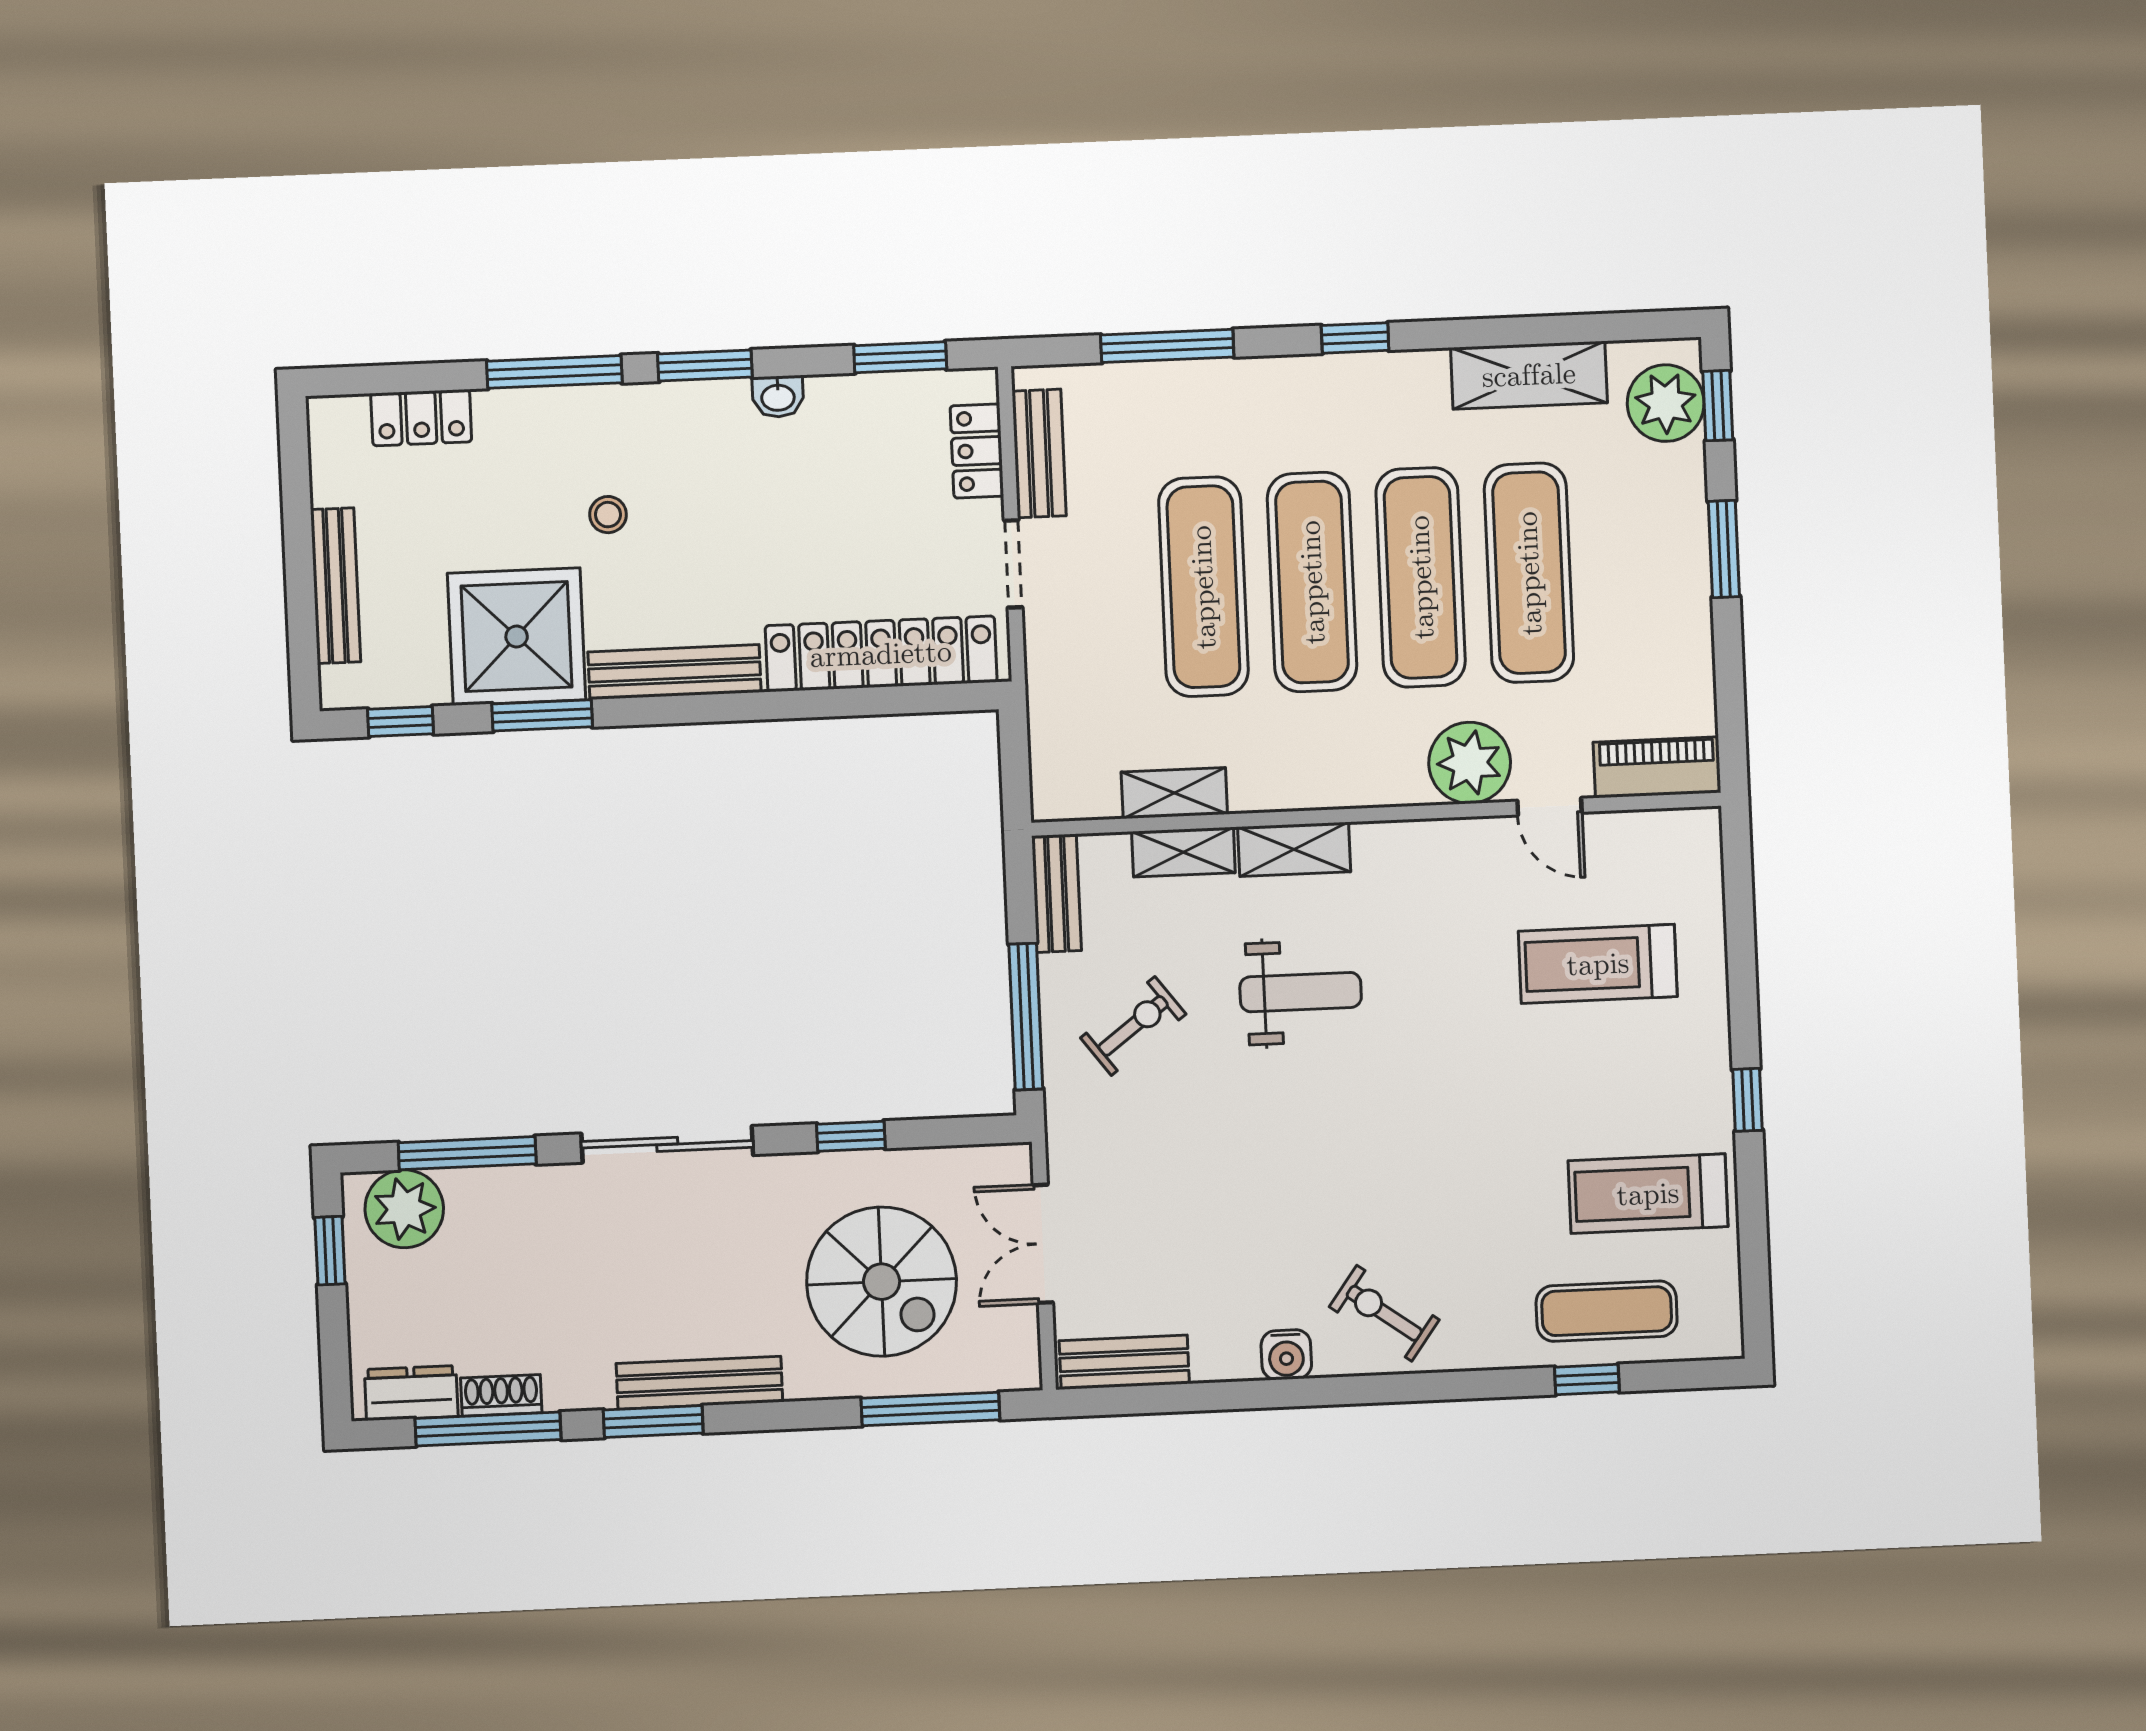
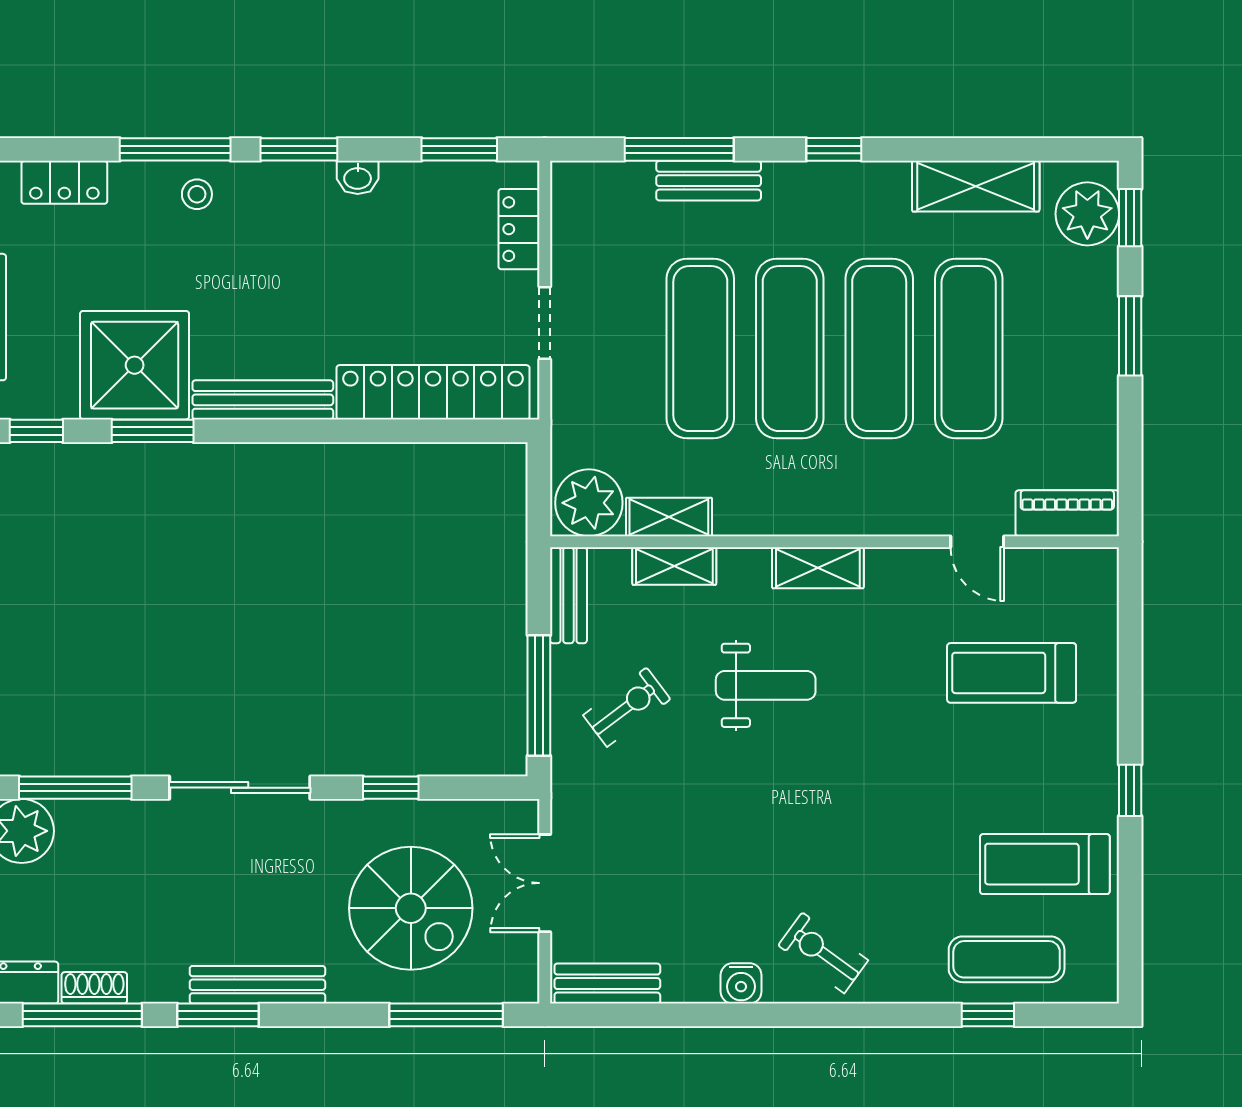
bench: (1039, 453) -> (709, 181), moved, turned 90
stool: (608, 515) -> (197, 194), moved
plant: (1470, 763) -> (589, 503), moved
shelving: (1294, 849) -> (818, 568), moved

